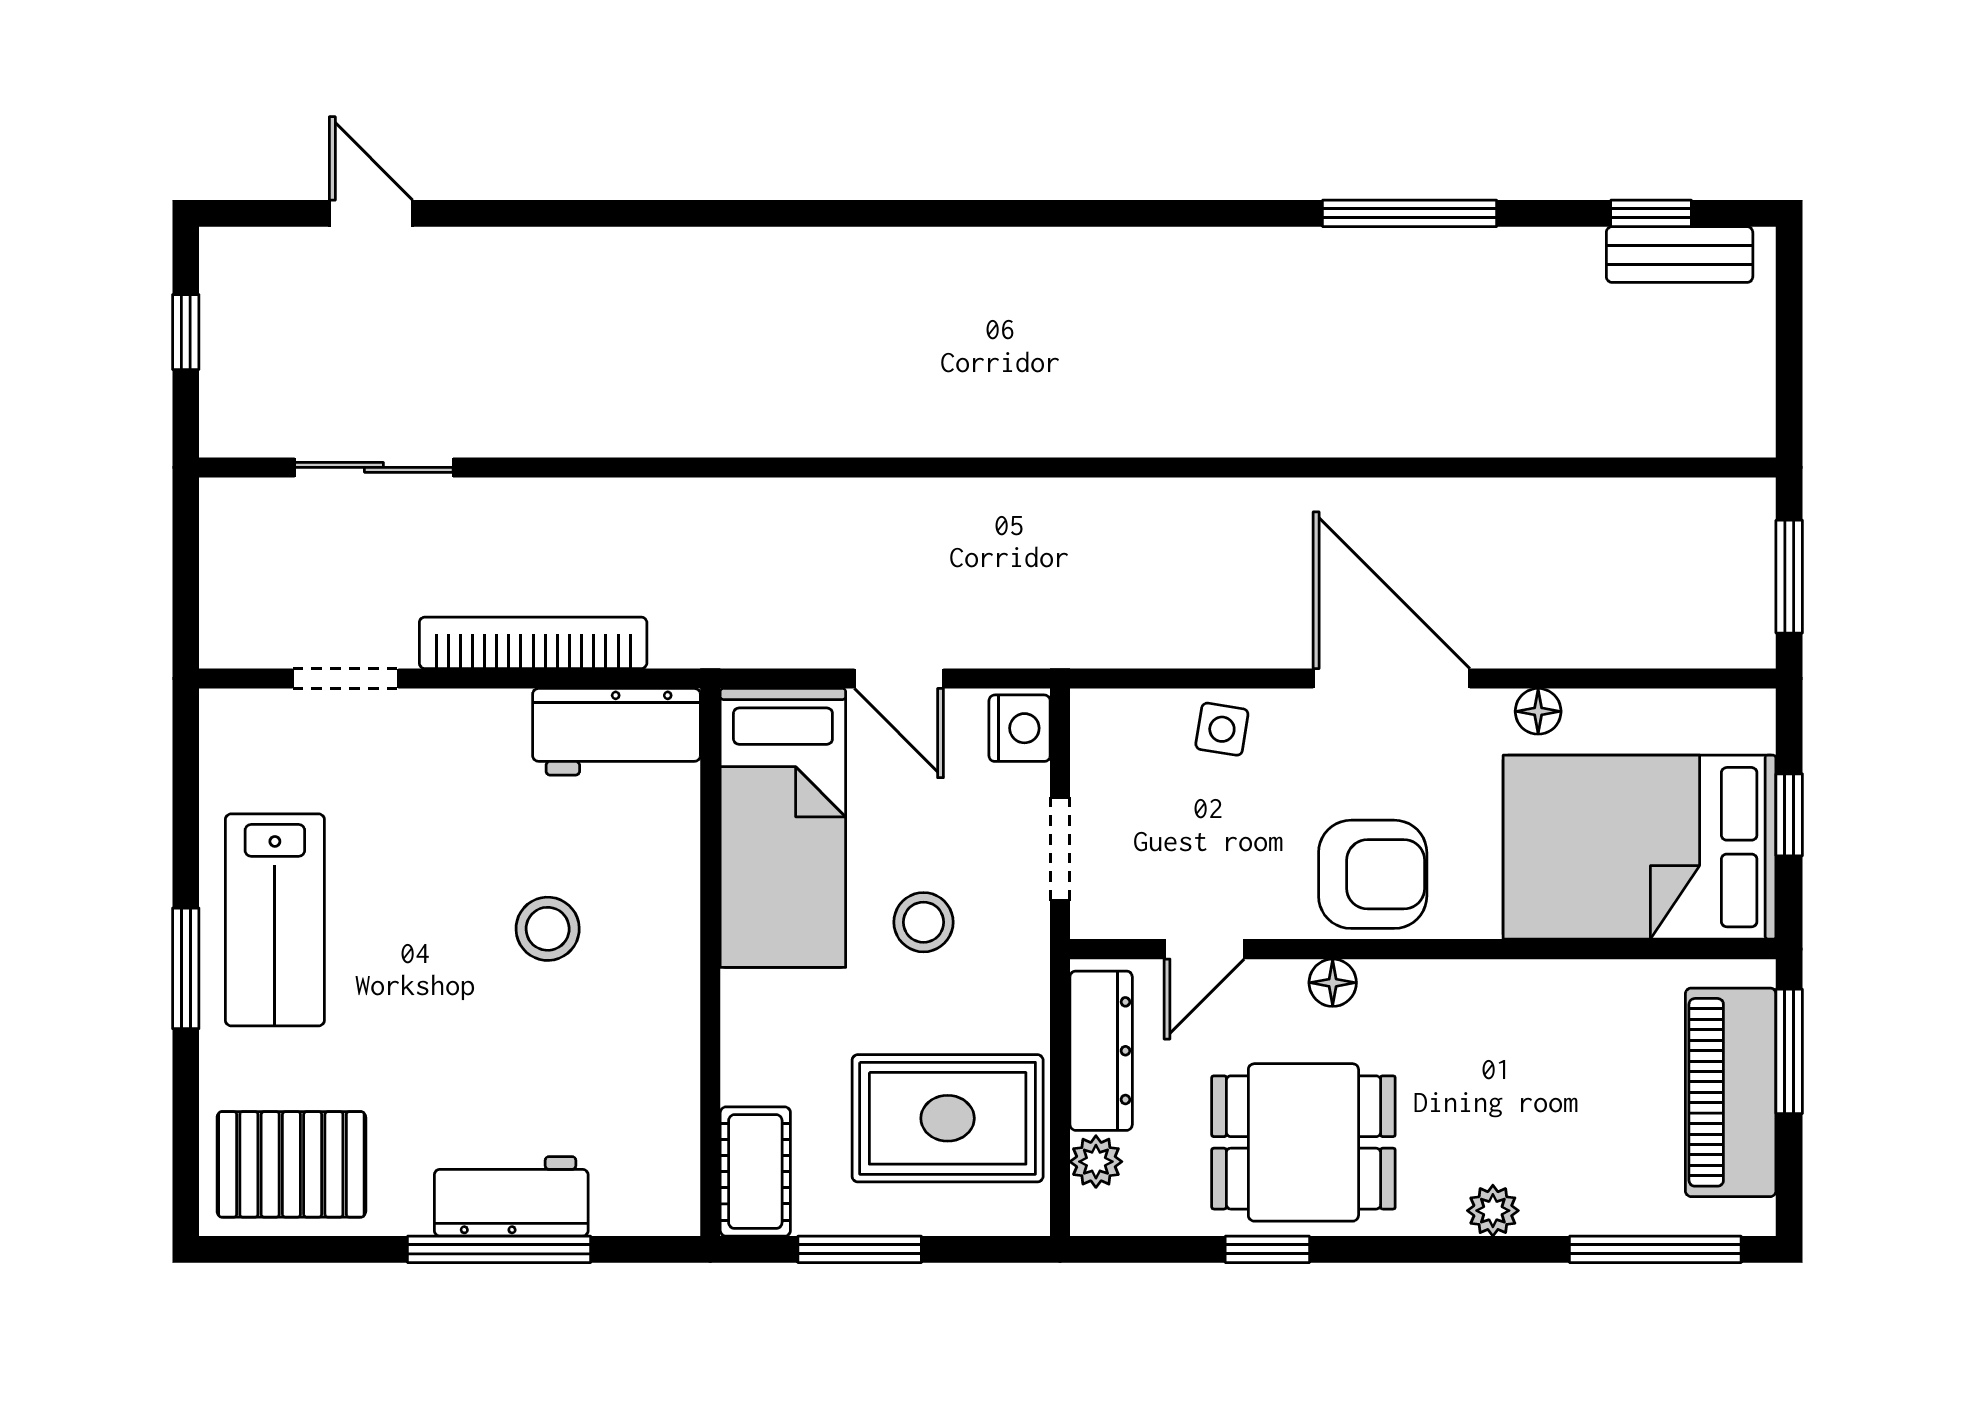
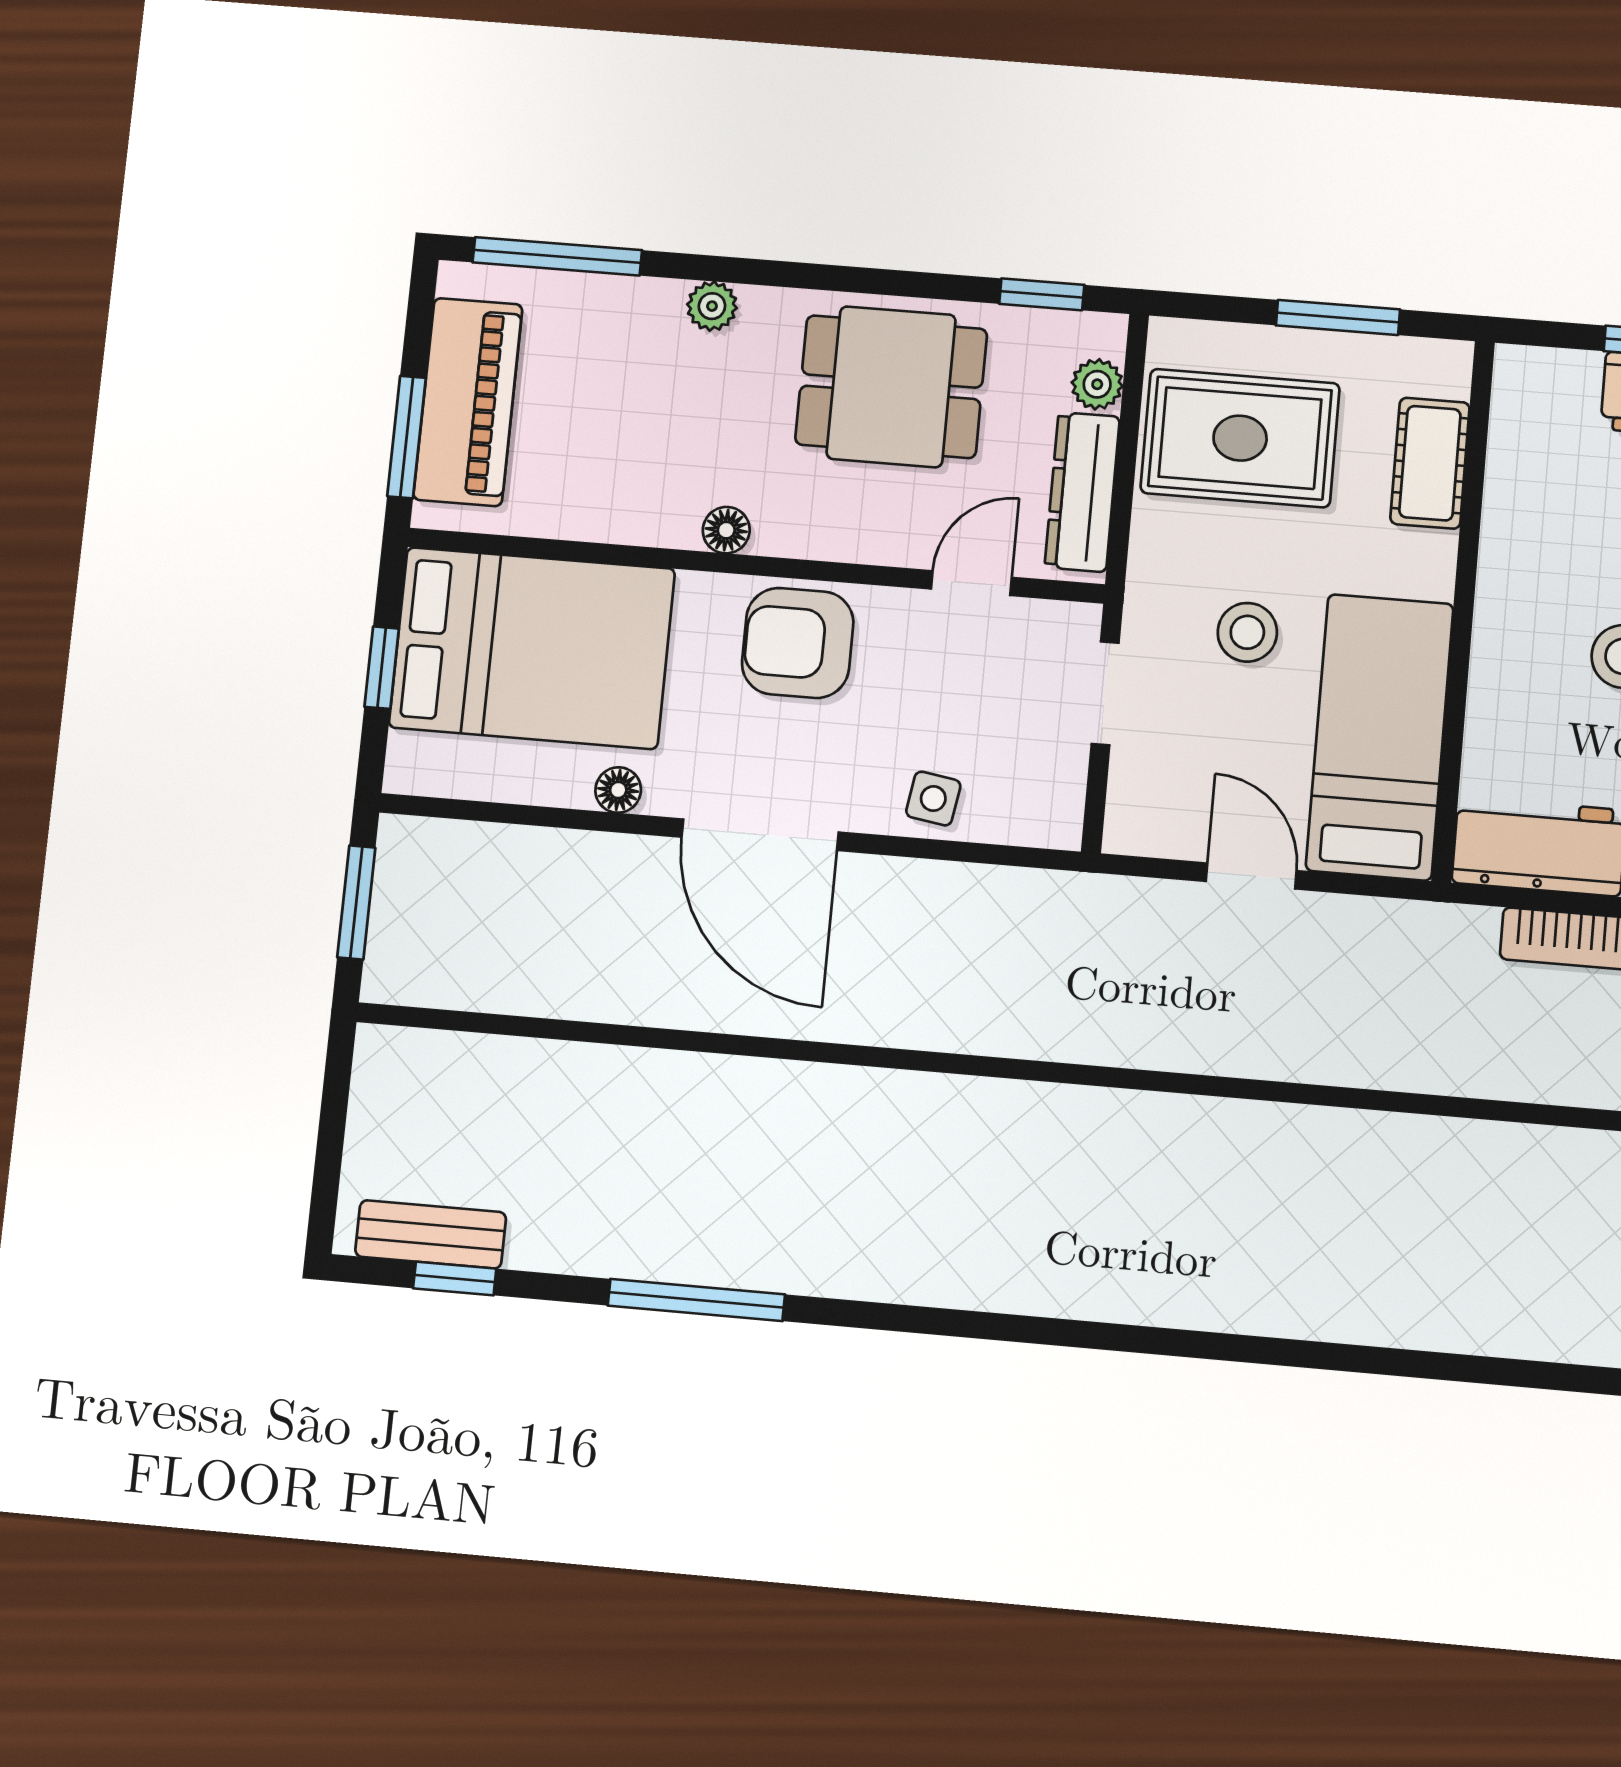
nightstand: (1020, 728) -> (1135, 816), removed
floor lamp: (1333, 983) -> (726, 530), moved
cot: (755, 1172) -> (1430, 463), moved
window: (1267, 1249) -> (1042, 294), moved

